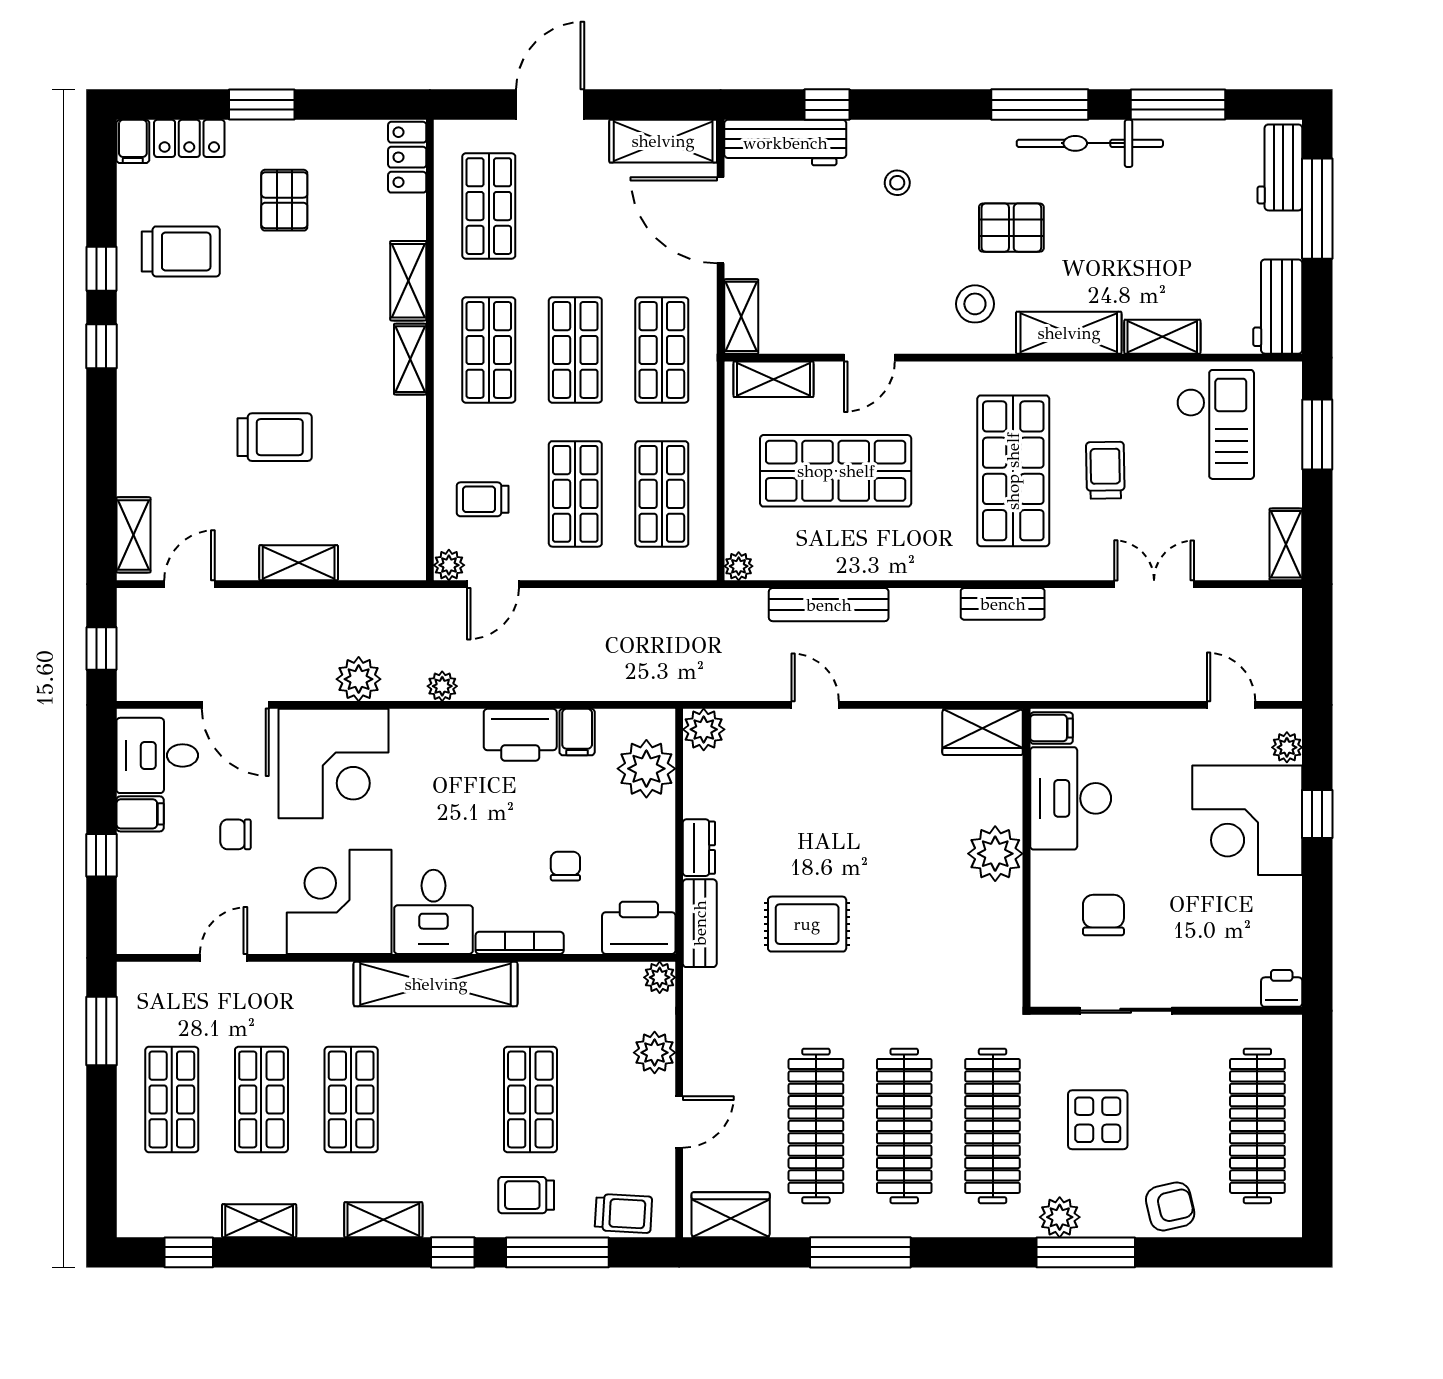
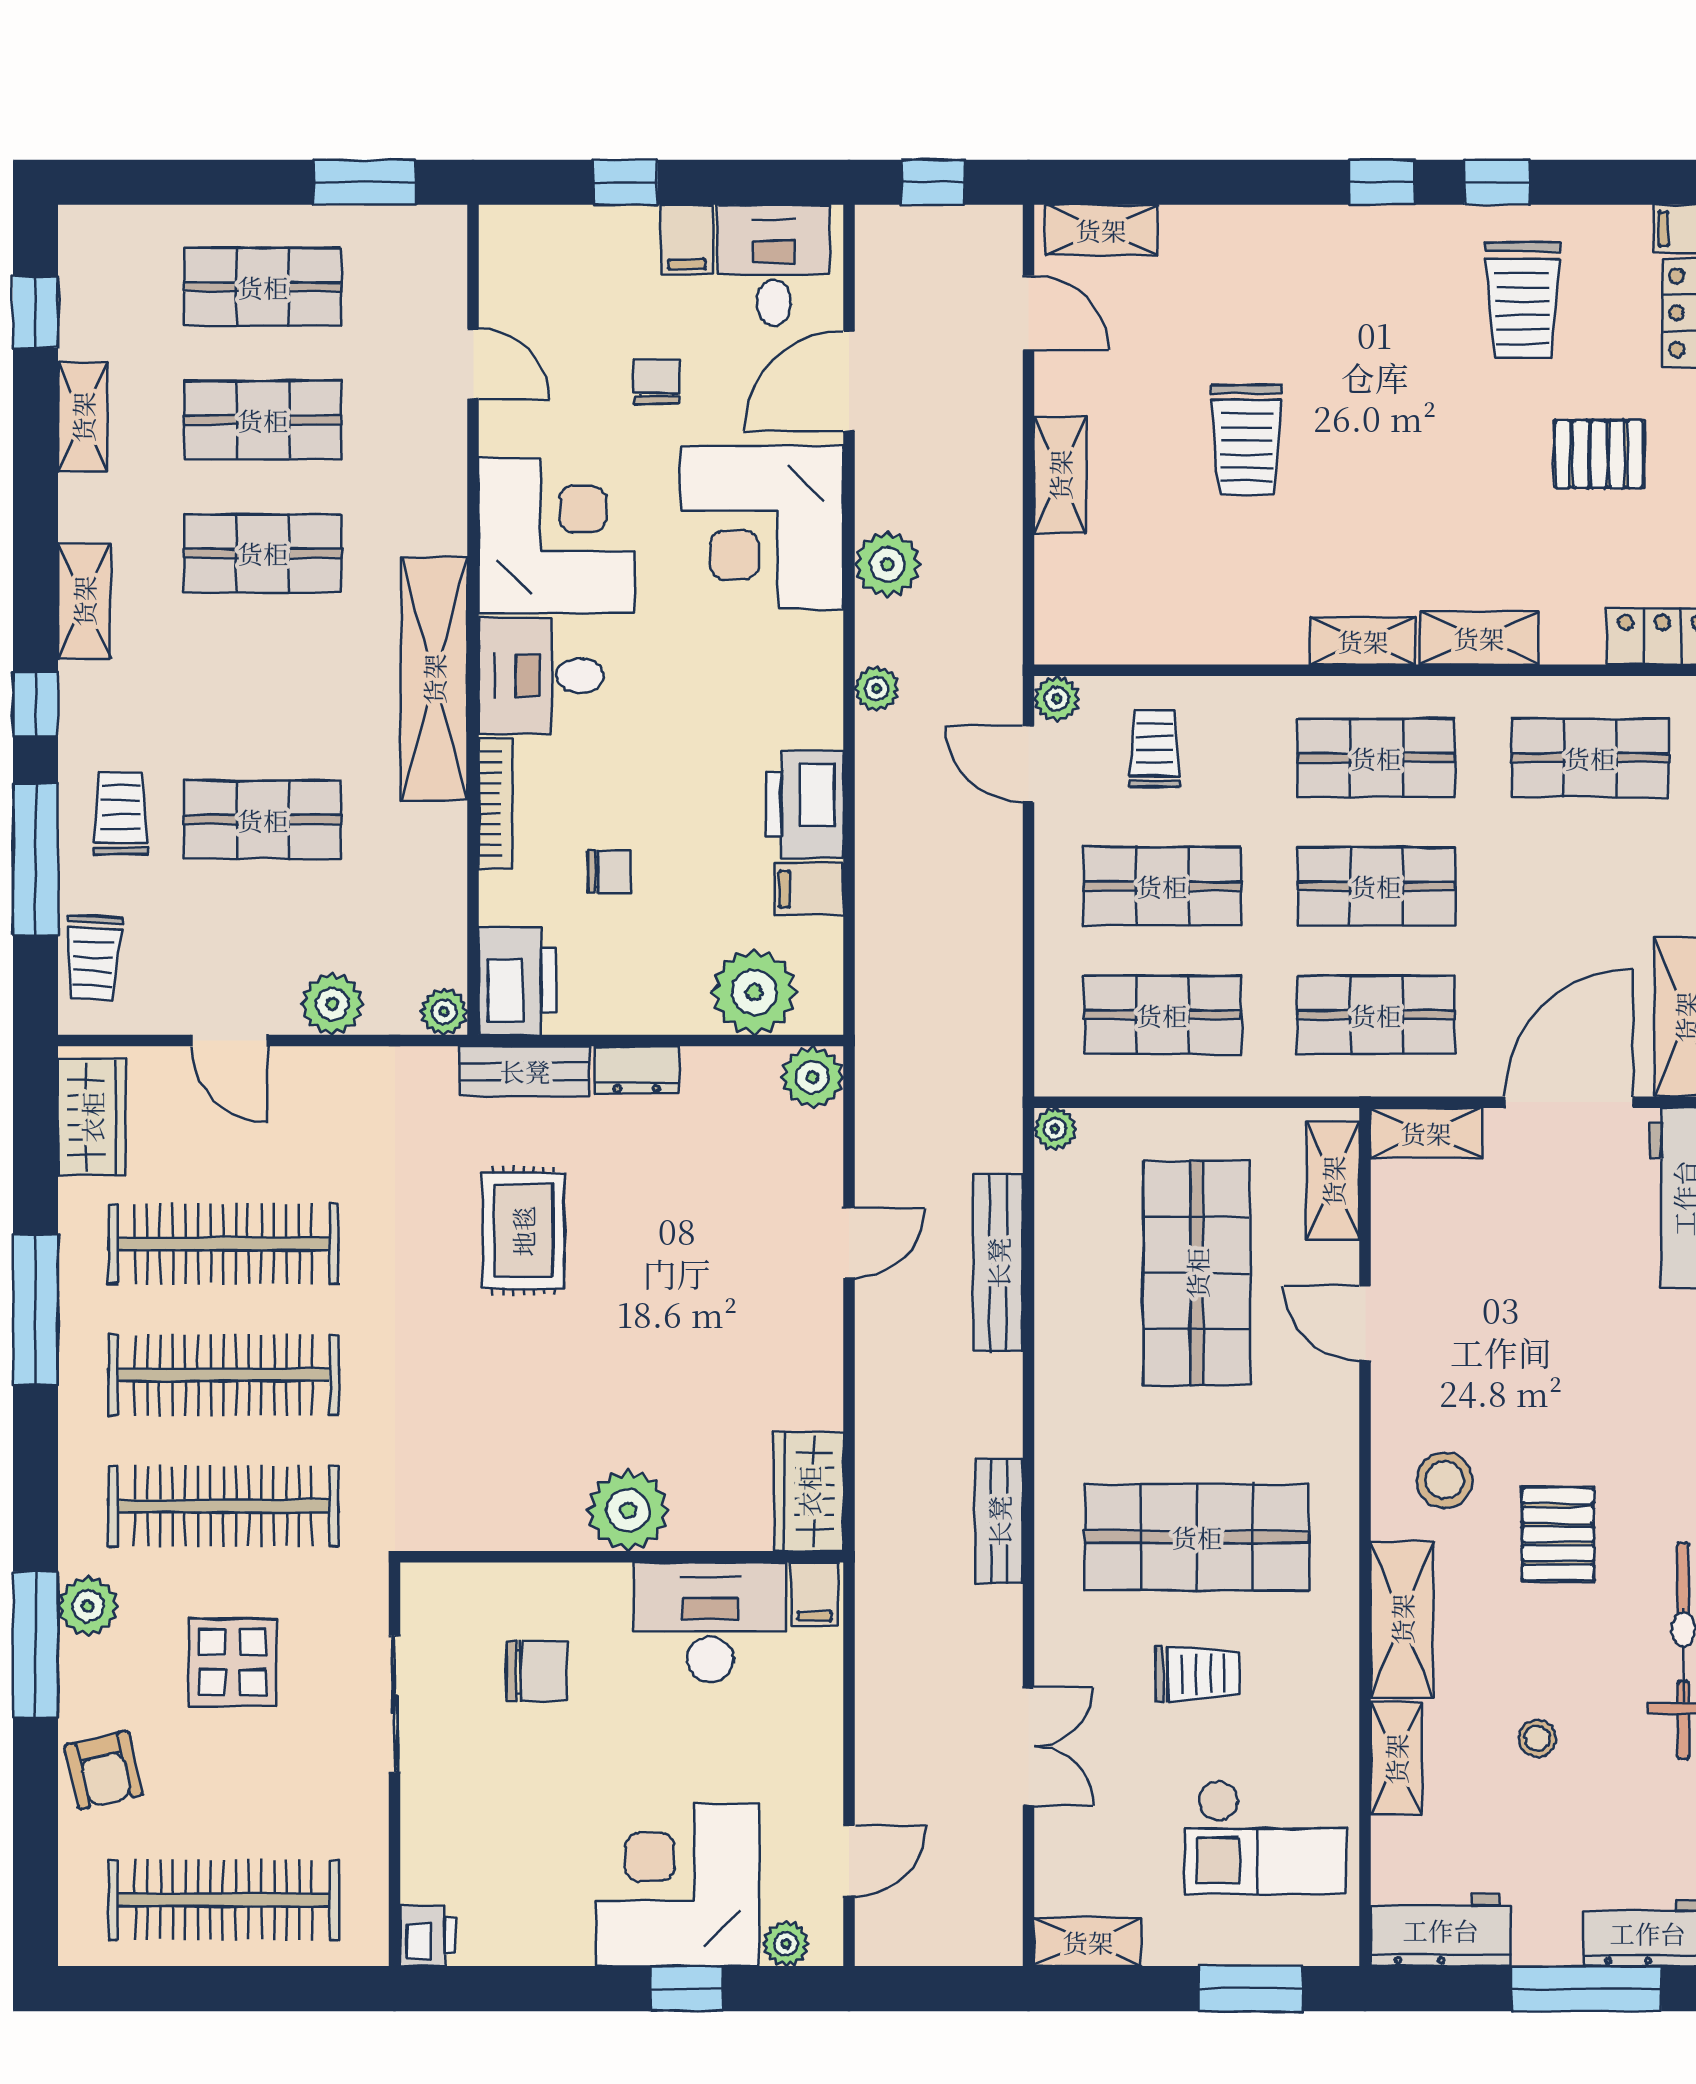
stool: (897, 183) -> (1537, 1738), moved

